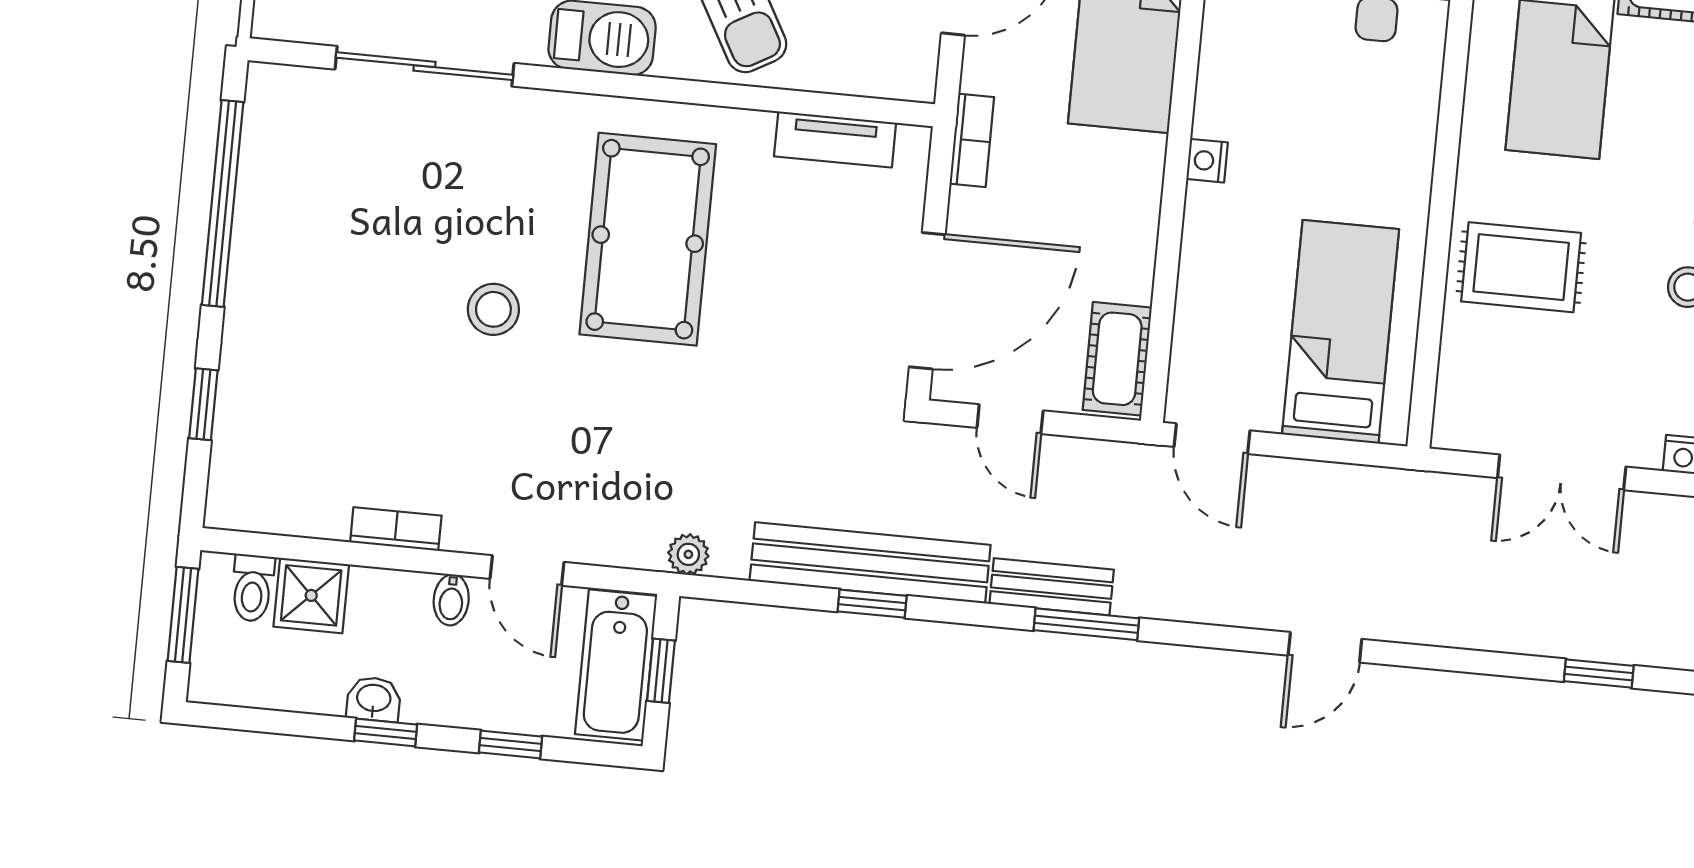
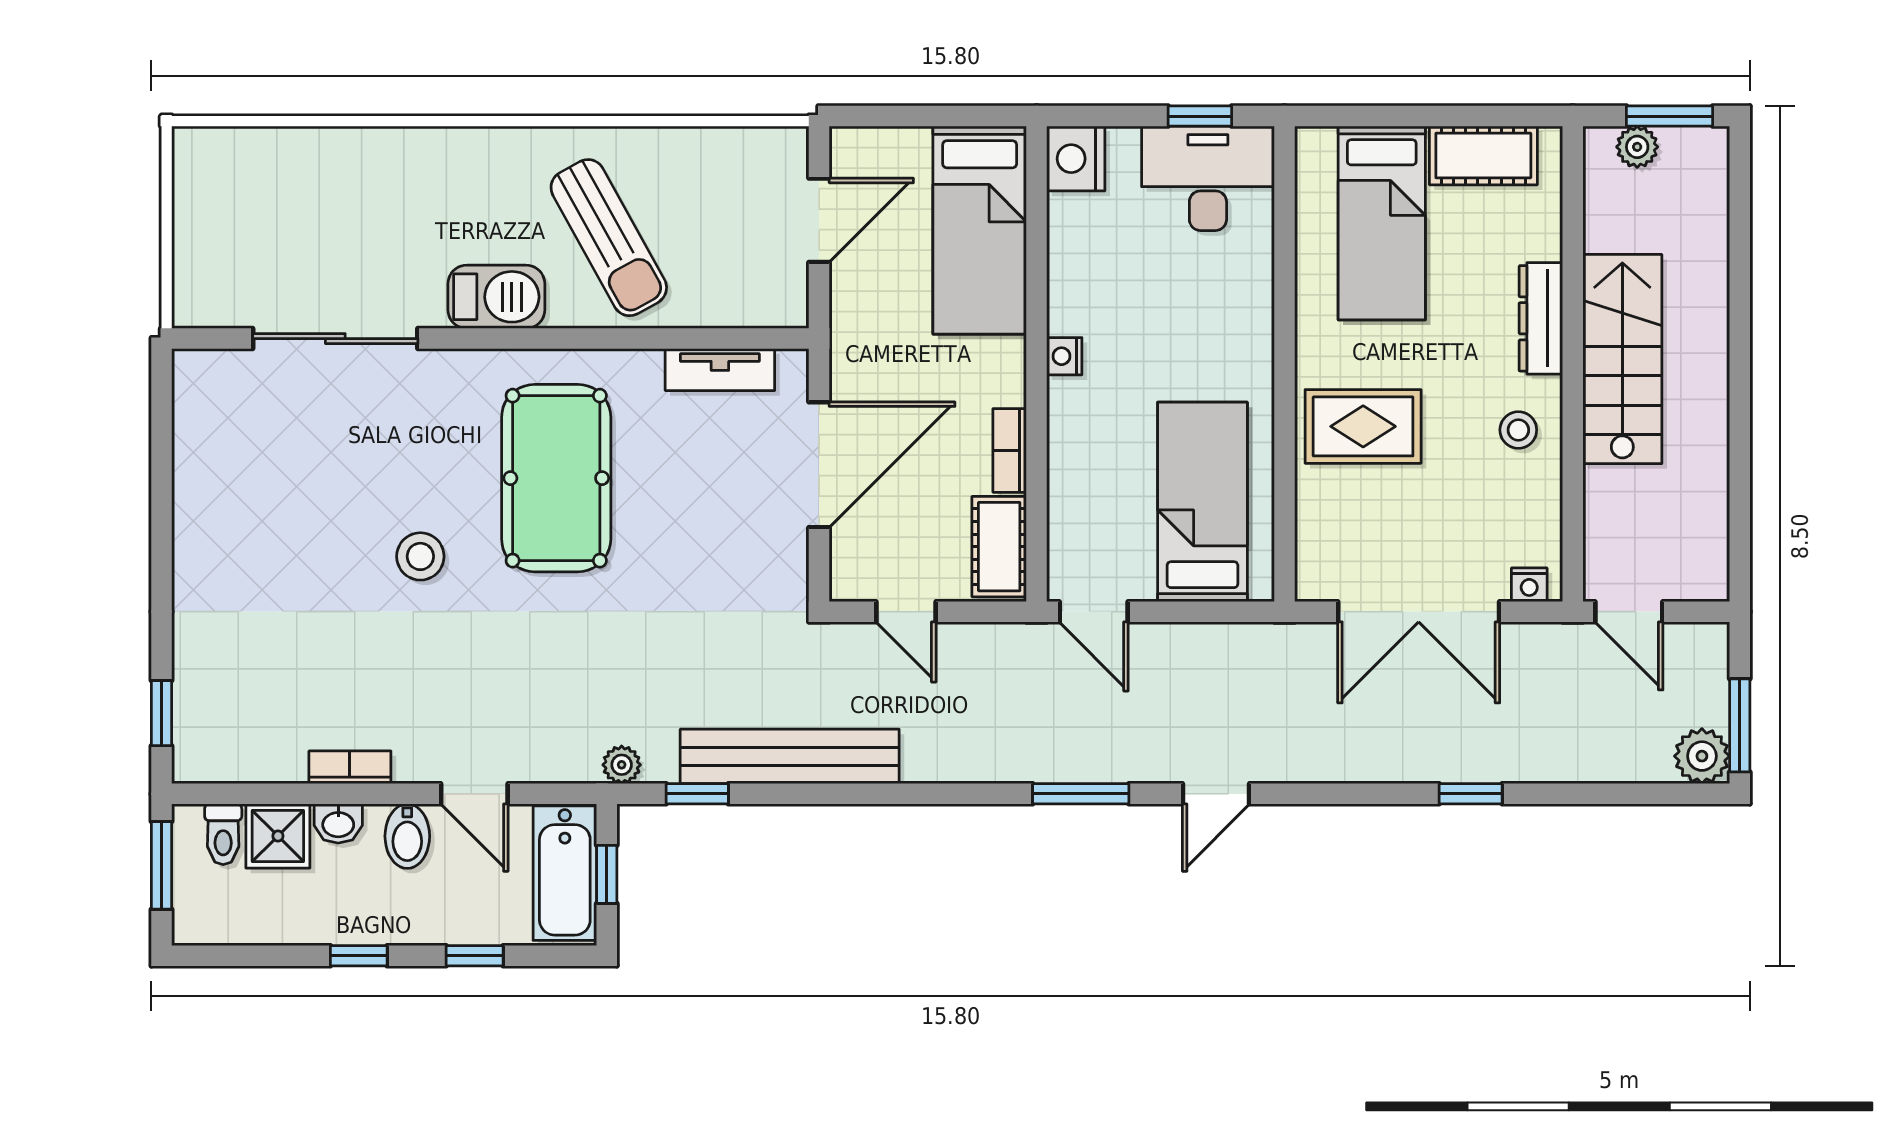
bookcase: (972, 140) -> (1010, 450), moved, turned 180
window: (223, 204) -> (162, 483), removed
door: (927, 301) -> (819, 465), moved
window: (203, 404) -> (162, 713), moved
double door: (1562, 472) -> (1419, 612), width x1.37
bench: (1052, 587) -> (959, 762), removed
bidet: (451, 600) -> (407, 836), width x1.38, depth x1.36
window: (872, 604) -> (697, 794), moved
window: (1086, 624) -> (1081, 794), moved
washbasin: (374, 699) -> (338, 823), moved, turned 180

